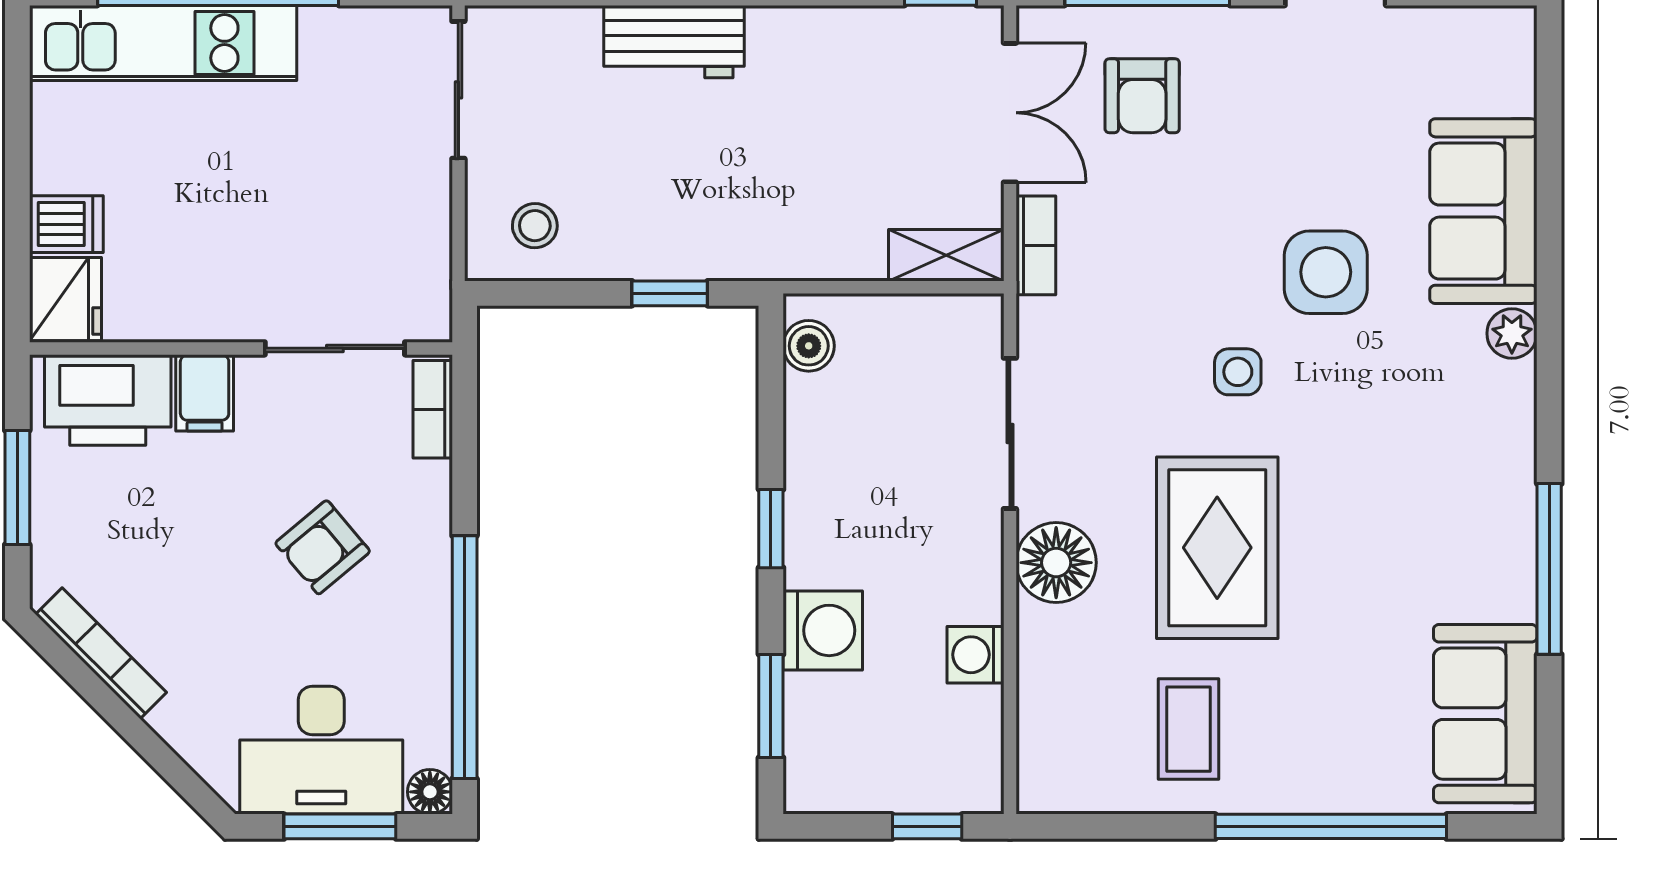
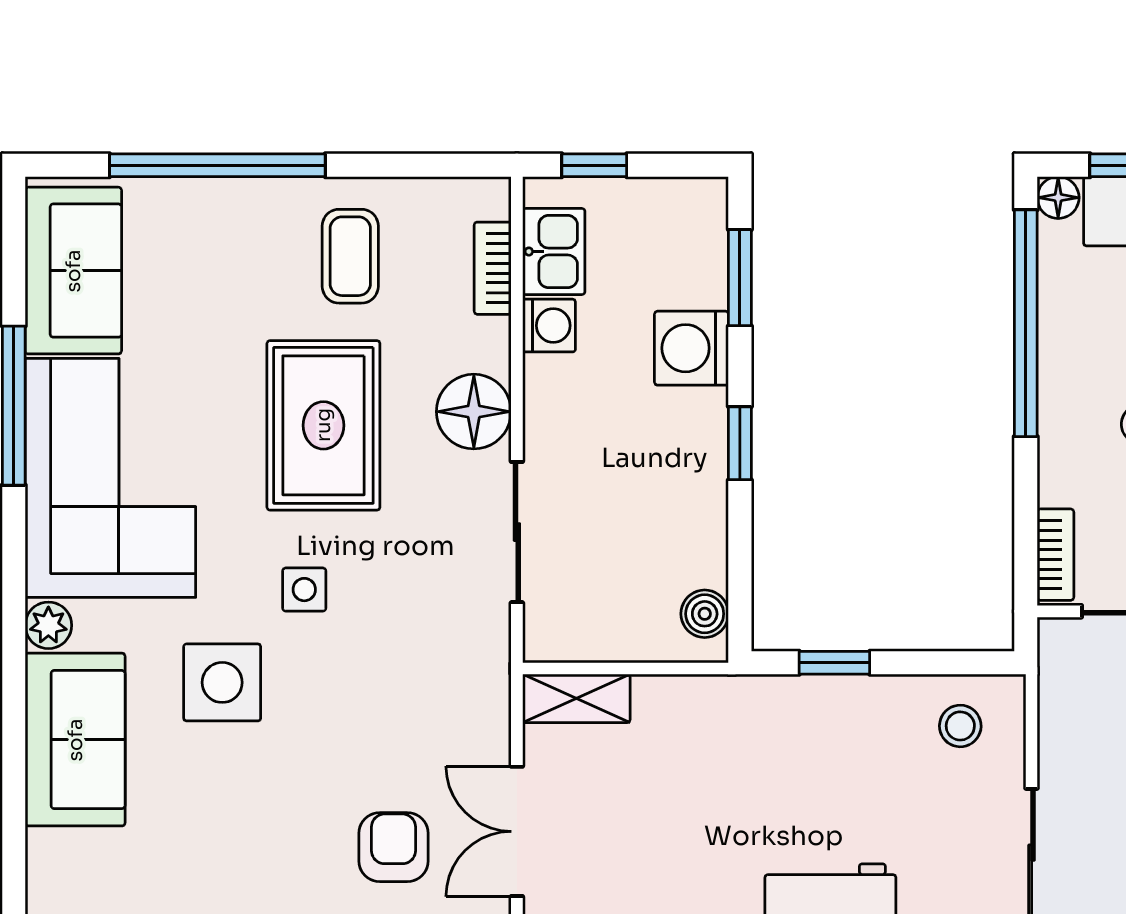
bookcase: (1036, 245) -> (493, 268), moved
corner sofa: (1446, 491) -> (110, 478), added
kitchen sink: (970, 734) -> (554, 252), added

